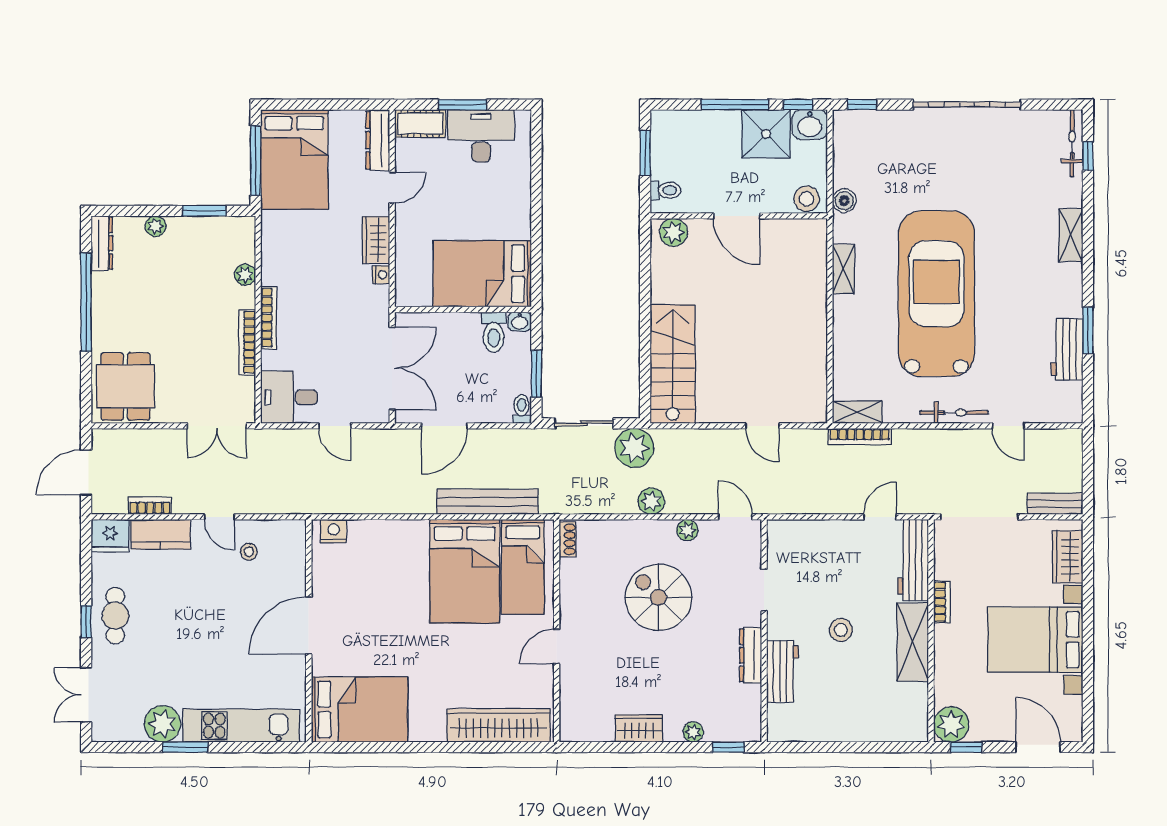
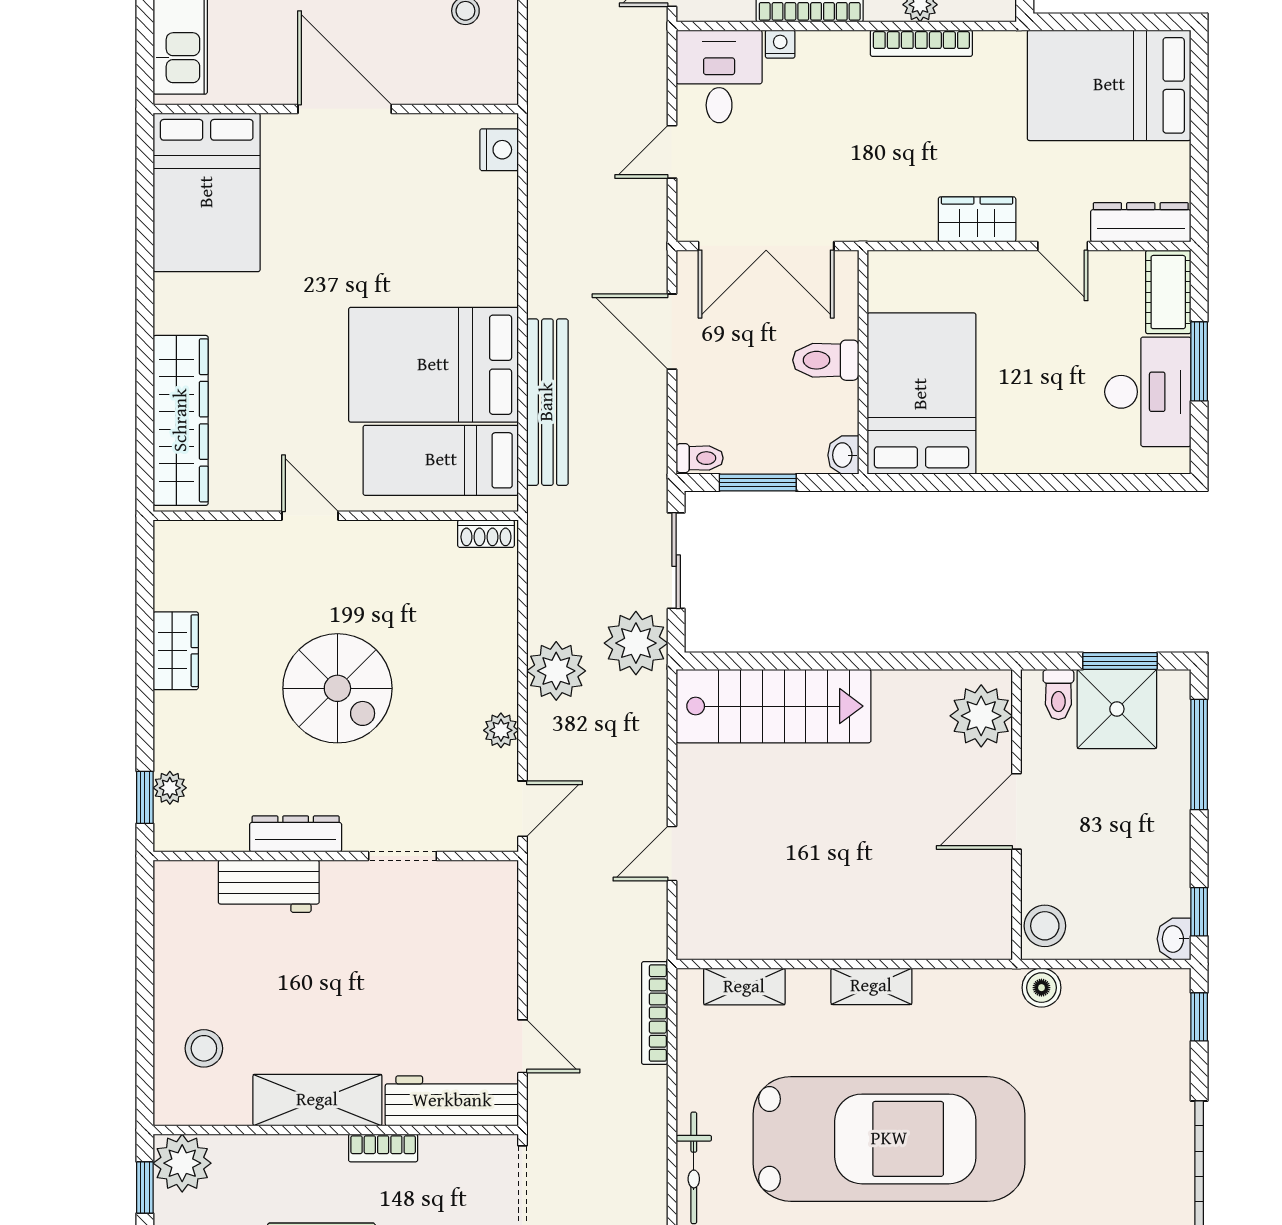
window: (735, 105) -> (1199, 754), moved
washbasin: (810, 125) -> (1174, 939), width x0.72, depth x0.69
shower: (766, 134) -> (1117, 709), moved
window: (256, 161) -> (1107, 22), removed
plant: (674, 232) -> (981, 716), width x1.36, depth x1.36
shelving: (843, 269) -> (871, 986), moved
nightstand: (381, 275) -> (780, 44), moved, turned 180
bookcase: (269, 318) -> (921, 43), moved
toilet: (494, 332) -> (826, 360), moved
shelving: (857, 412) -> (744, 987), moved, turned 90
plant: (651, 501) -> (556, 671), width x1.36, depth x1.36
spiral stairs: (659, 597) -> (337, 688), moved, turned 90
stool: (841, 630) -> (204, 1048), moved
plant: (693, 732) -> (170, 788), moved

